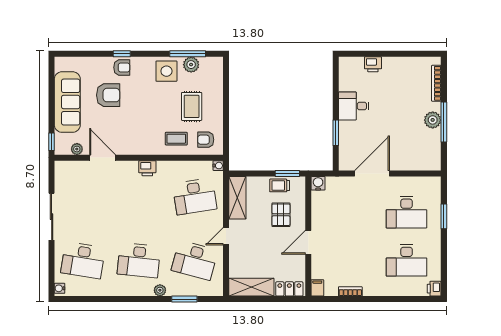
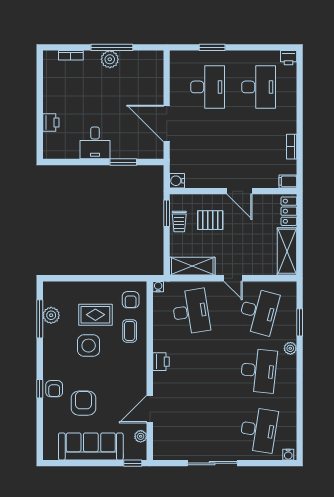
armchair: (122, 67) -> (54, 389), turned 180
side table: (166, 71) -> (89, 346), moved
bookcase: (436, 83) -> (71, 55), width x0.64

